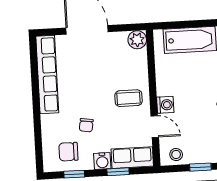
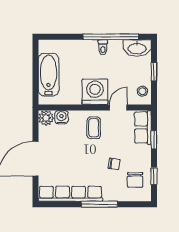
washing machine: (165, 105) -> (95, 92), width x1.89, depth x1.89
window: (37, 110) -> (99, 204), added
water cooler: (102, 161) -> (61, 117), moved, turned -90

